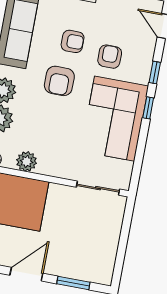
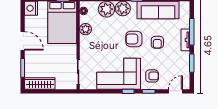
armchair: (110, 57) -> (152, 76), moved
wardrobe: (106, 258) -> (40, 84), added

